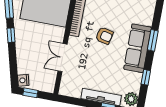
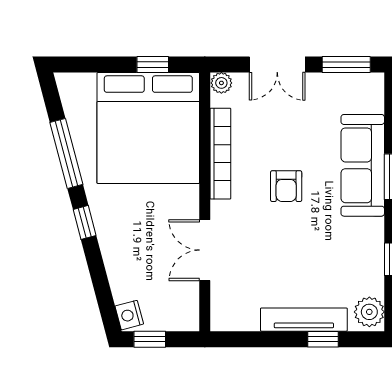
armchair: (104, 36) -> (286, 186), turned 77
sofa: (138, 48) -> (363, 165), moved

